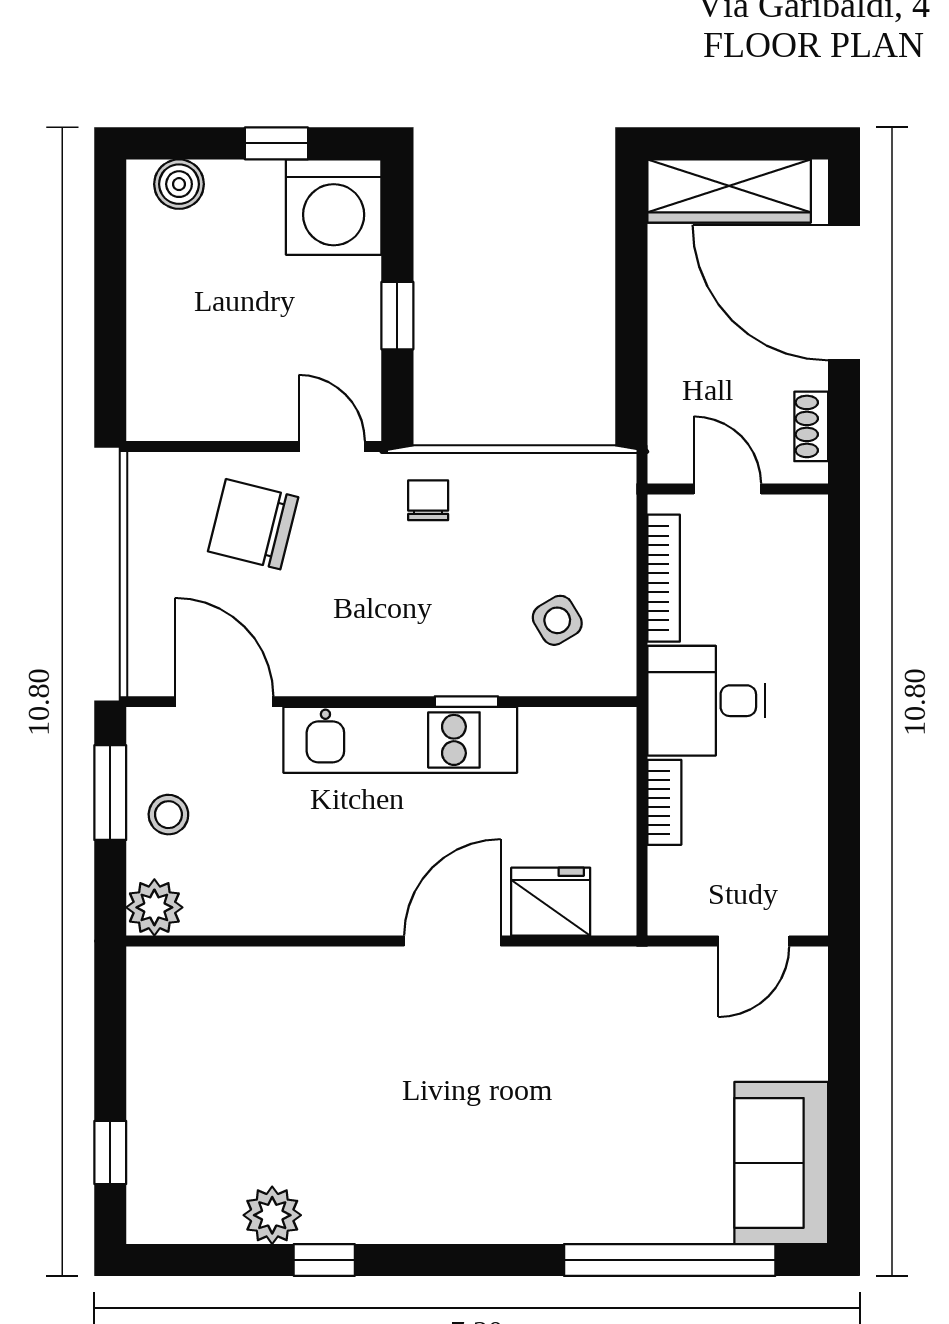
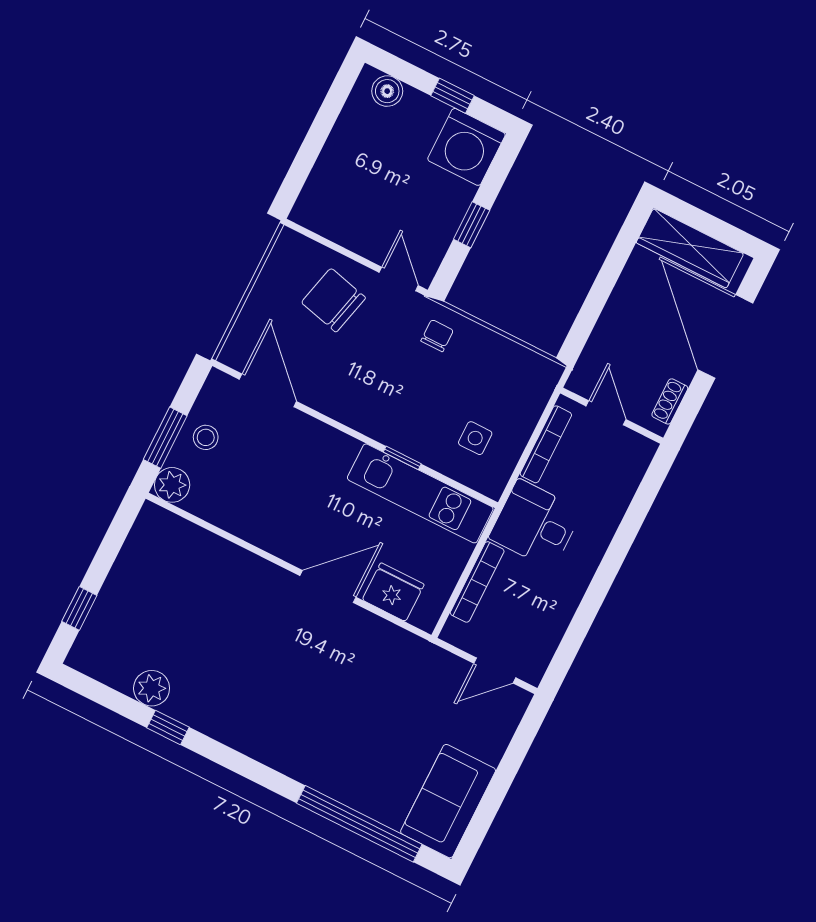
side table: (557, 620) -> (475, 438), turned 31
kitchen unit: (400, 740) -> (420, 493), moved
window: (110, 793) -> (165, 438), moved
bookcase: (664, 802) -> (477, 582), width x1.56

